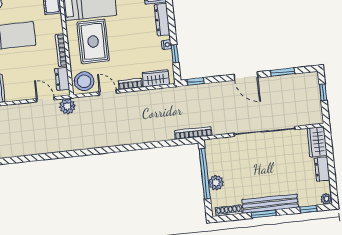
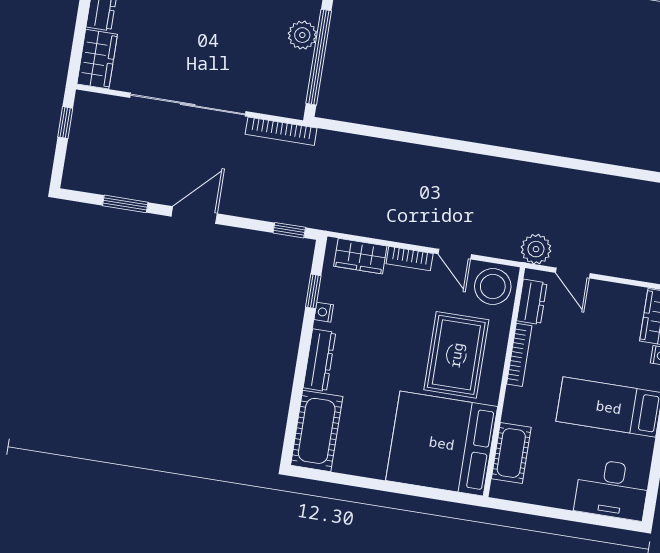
door: (246, 76) -> (194, 215), hinge flipped
window: (323, 92) -> (65, 123), moved
bookcase: (193, 133) -> (281, 131), moved

